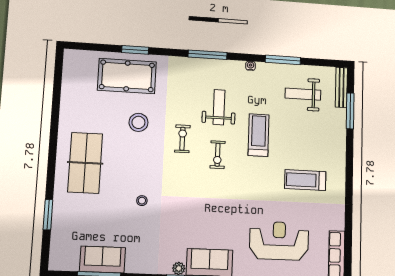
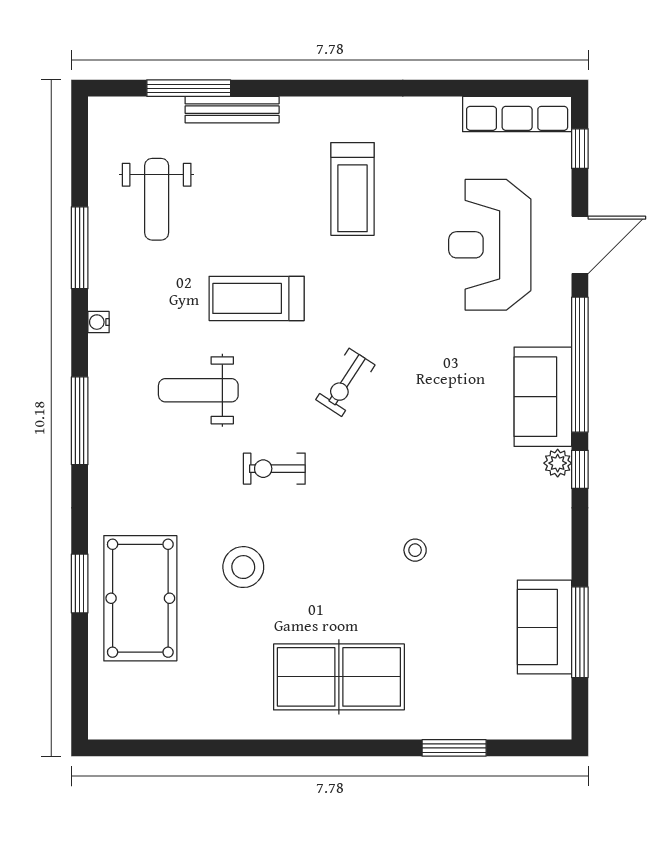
bench: (341, 87) -> (232, 110), moved
exercise bike: (218, 155) -> (345, 382), moved, turned 123

